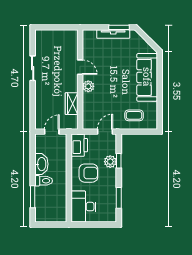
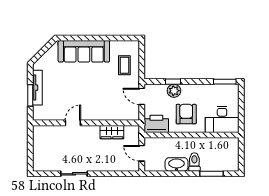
window: (119, 27) -> (30, 95), moved
plant: (88, 86) -> (93, 114), removed
window: (119, 198) -> (225, 82), moved

